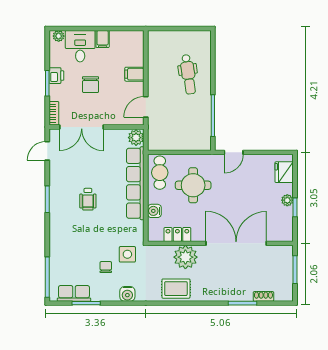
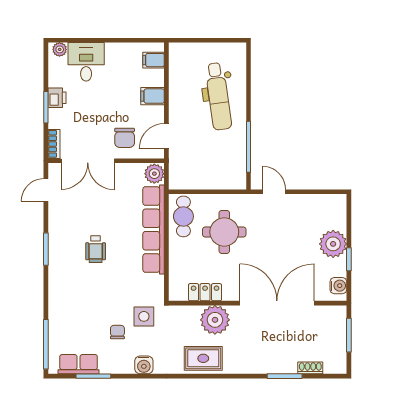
filing cabinet: (103, 39) -> (154, 60), moved, turned 90
dental chair: (188, 74) -> (218, 96), width x1.36, depth x1.38
chair: (91, 85) -> (125, 138), moved
door: (234, 152) -> (274, 192), swing flipped
fridge: (284, 172) -> (336, 216), removed
plant: (287, 200) -> (333, 244), width x1.88, depth x1.88
water cooler: (154, 211) -> (338, 286), moved, turned 180

